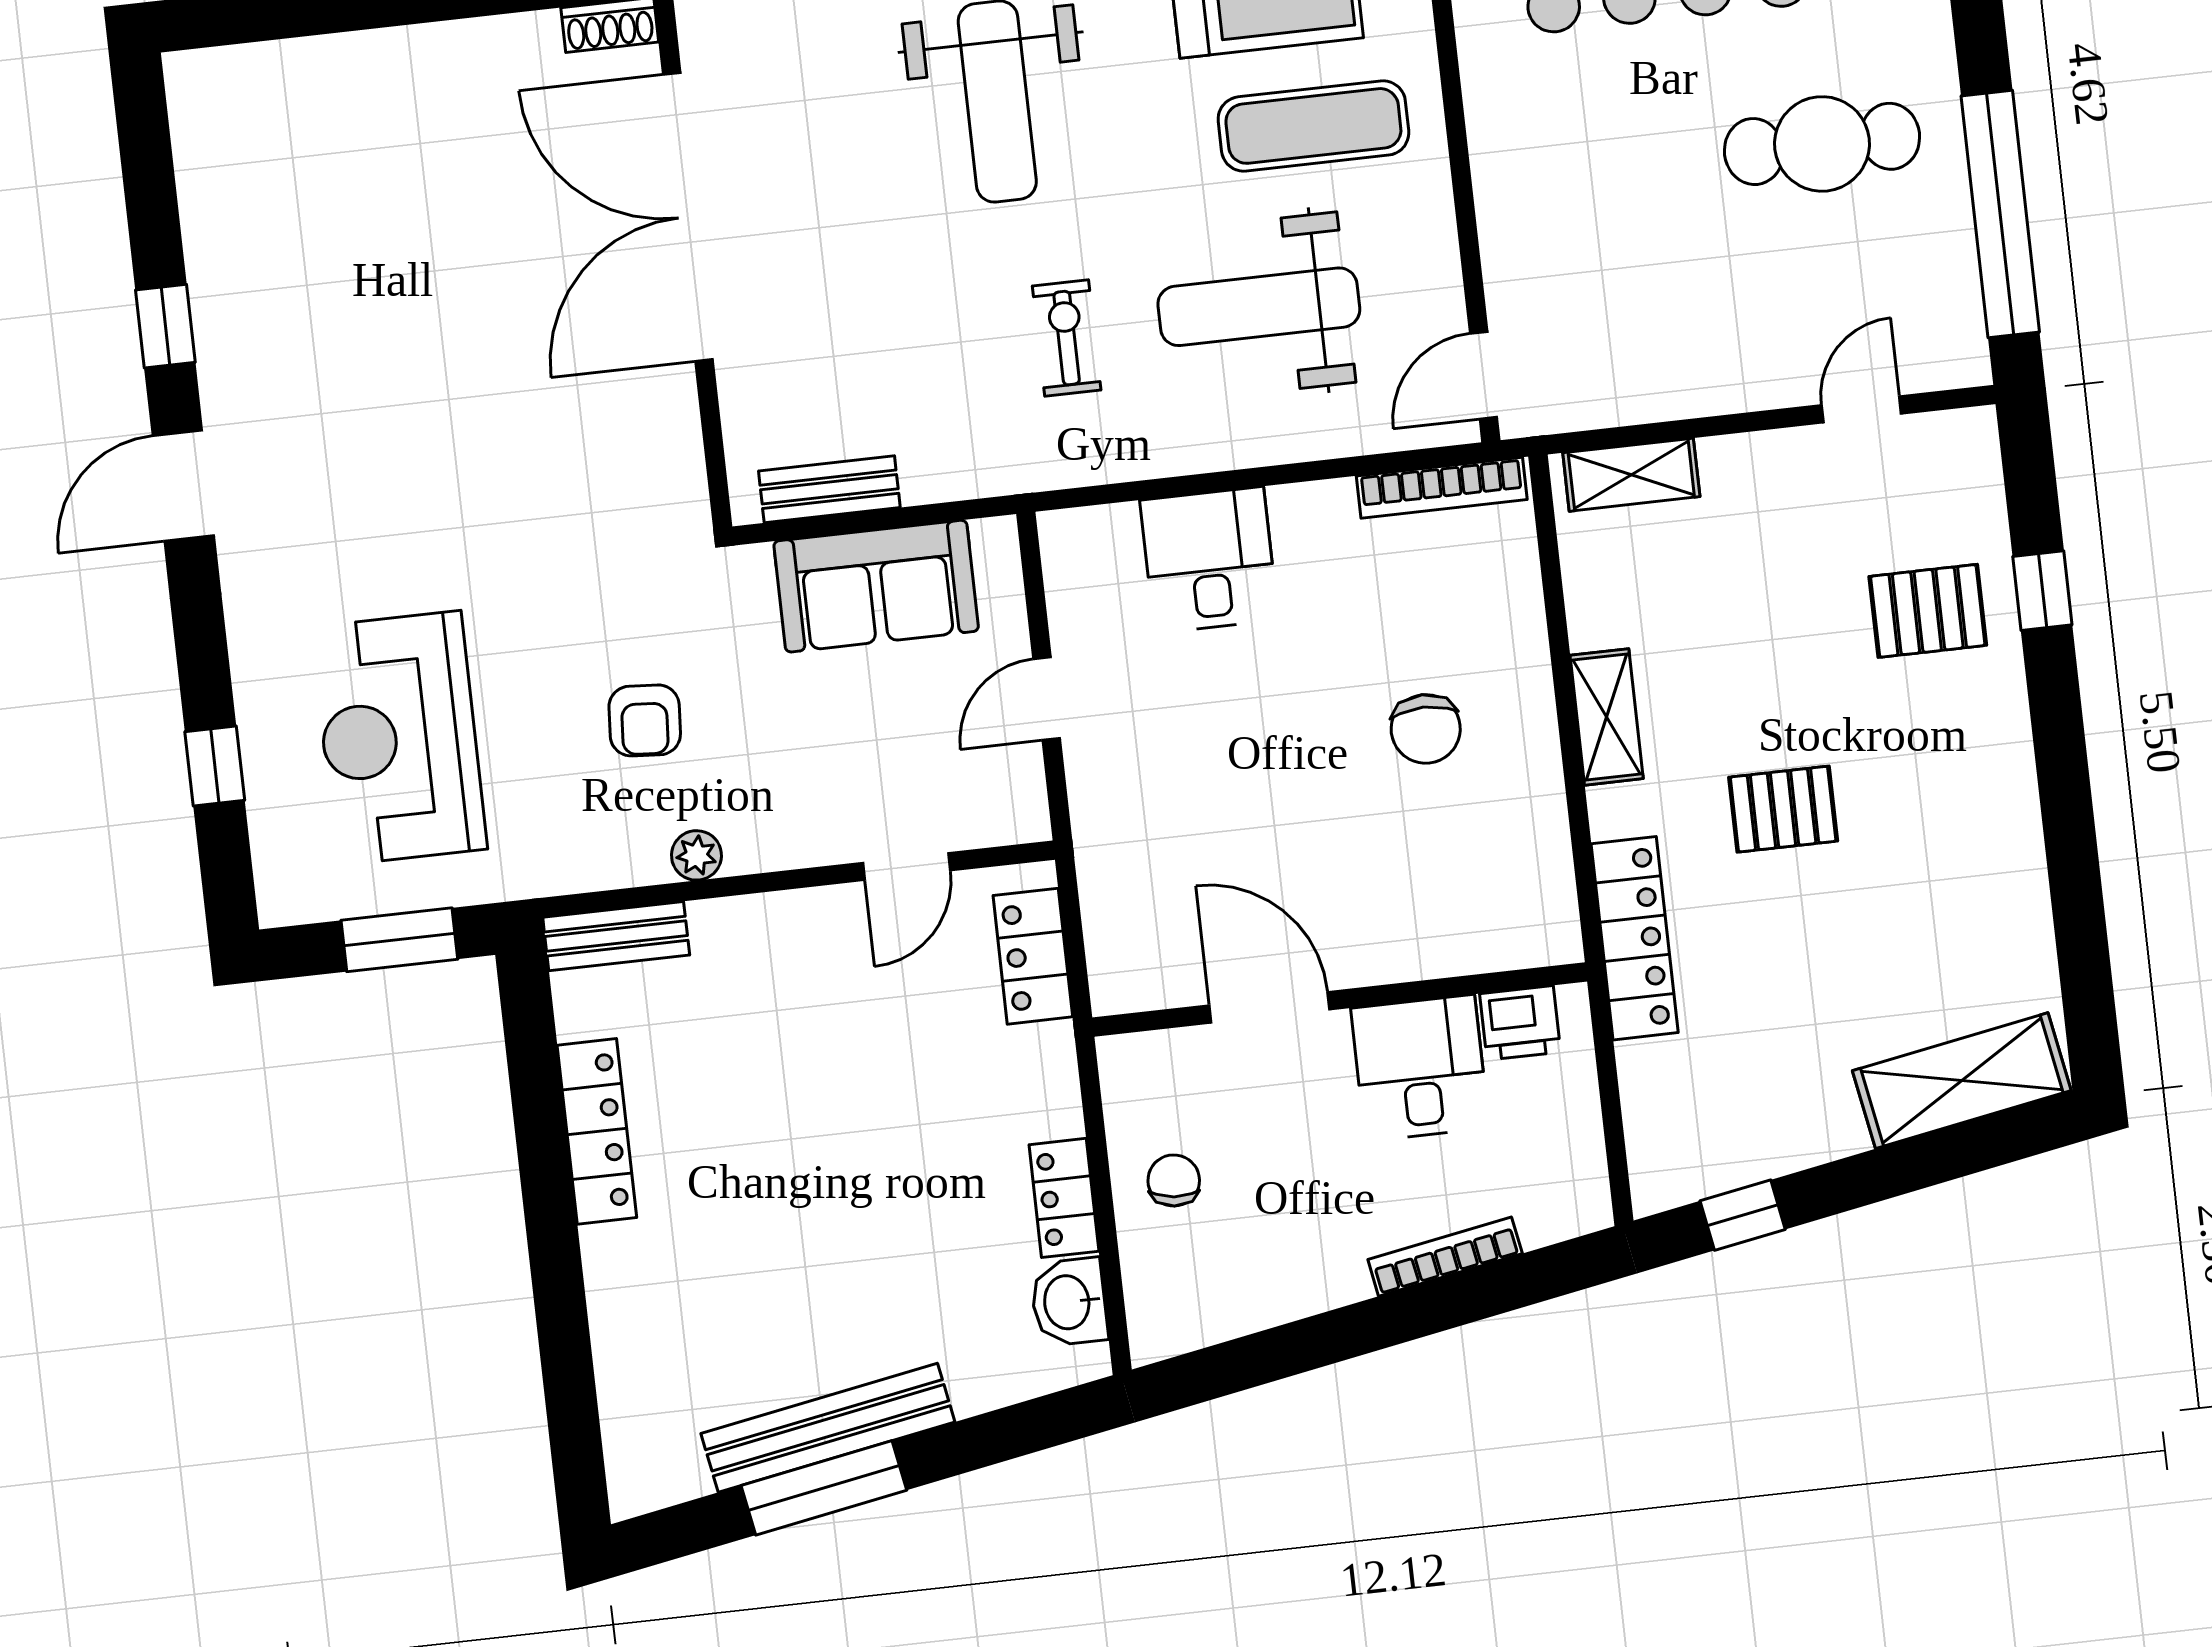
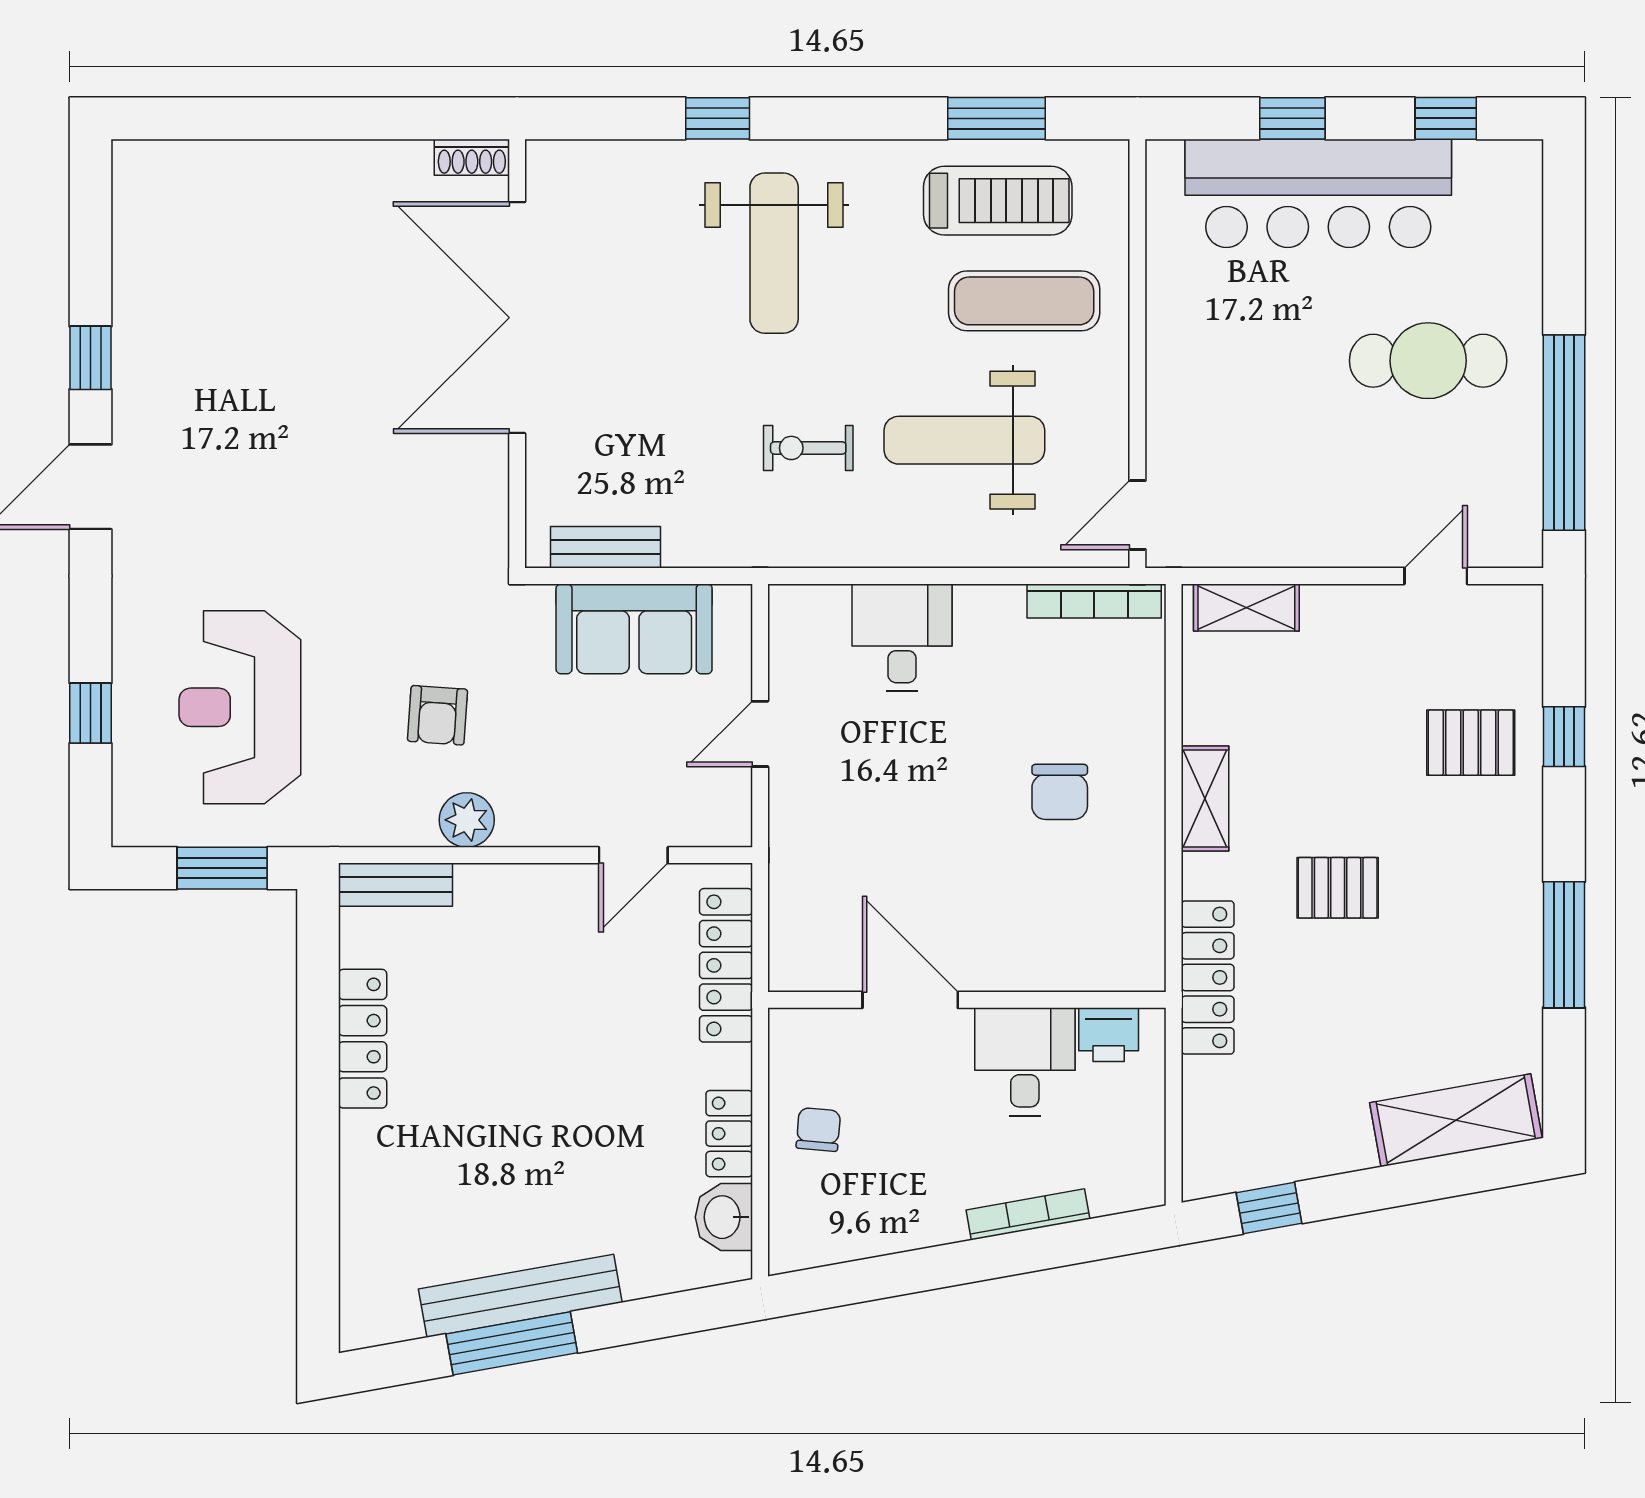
exercise bike: (1067, 338) -> (808, 448), turned -90
window: (2071, 848) -> (1564, 945), added
plant: (696, 855) -> (467, 820), width x1.38, depth x1.38
locker: (1033, 956) -> (726, 965), width x1.53

